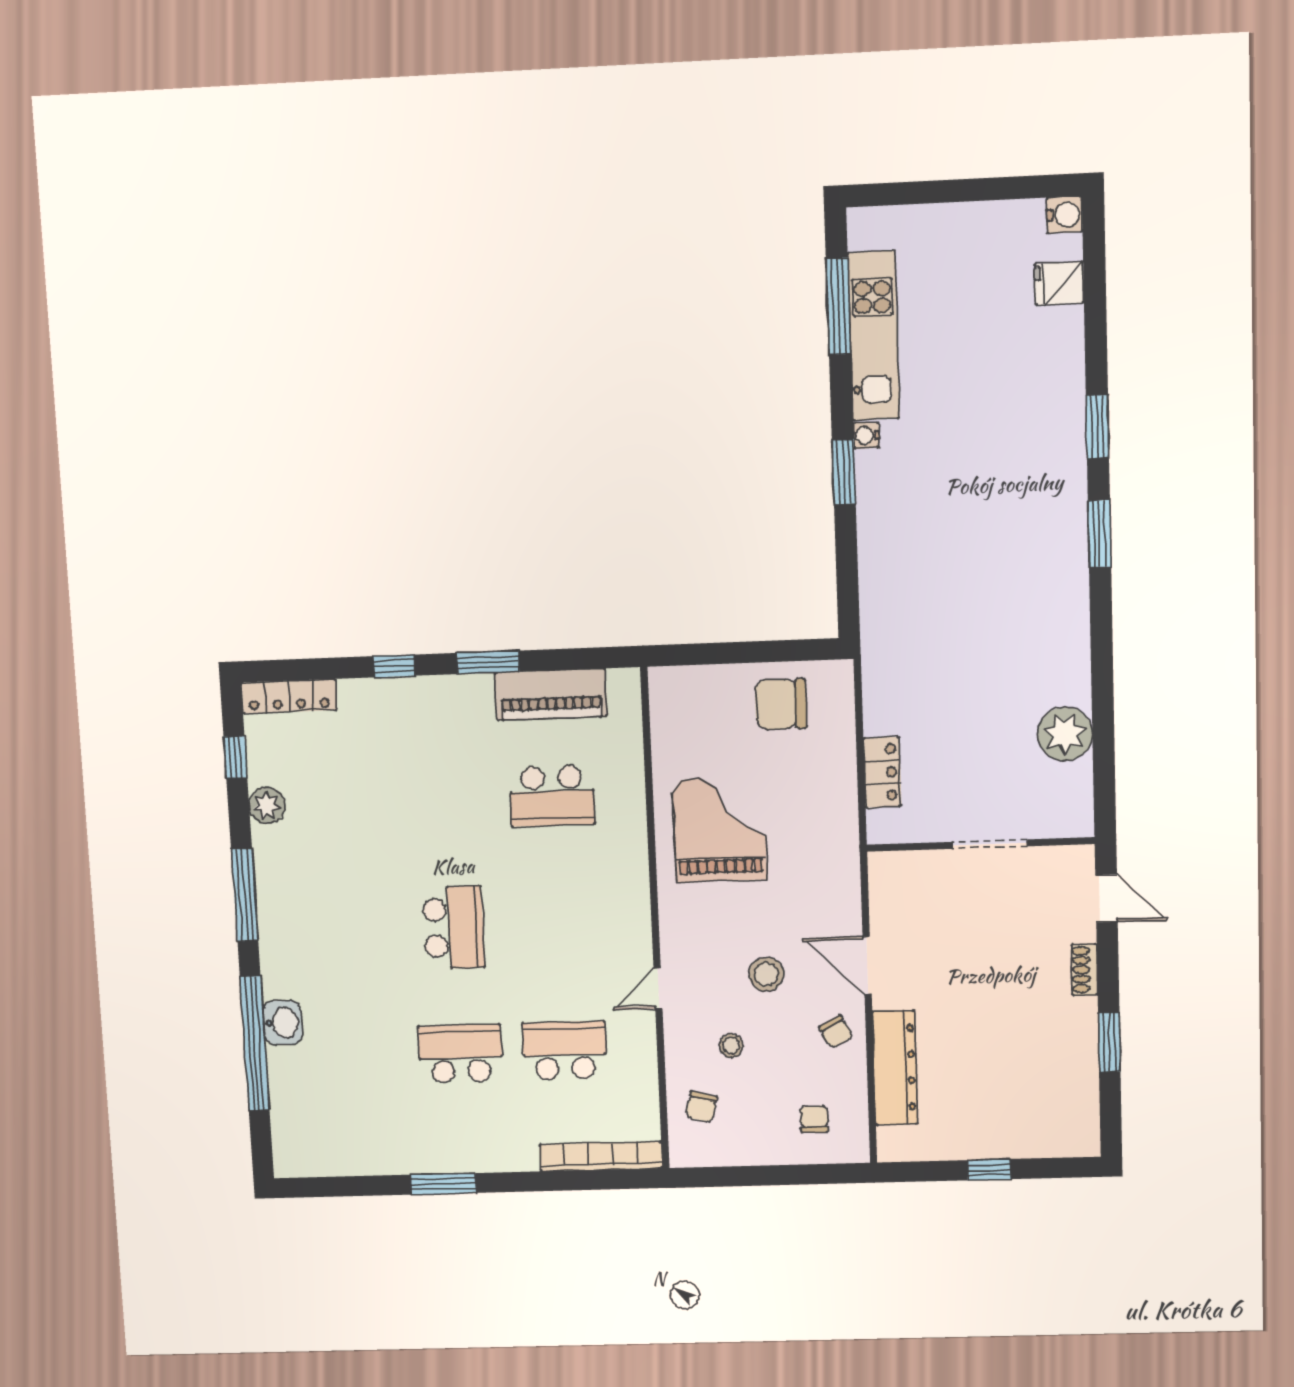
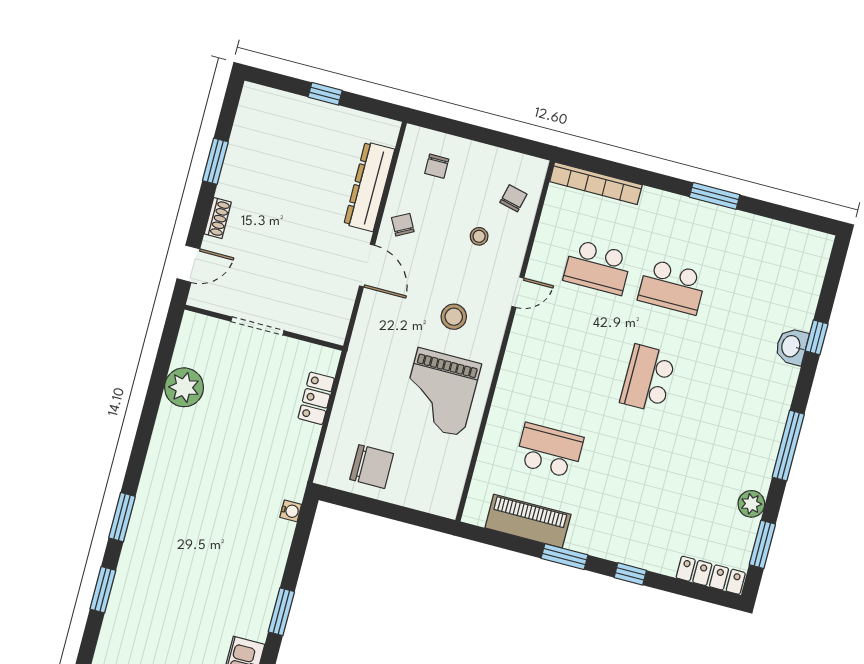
water cooler: (866, 436) -> (291, 511), moved
window: (235, 757) -> (762, 544), width x1.50
door: (1107, 899) -> (188, 264), swing flipped
stool: (766, 974) -> (454, 317), moved
window: (255, 1043) -> (817, 337), width x0.32

